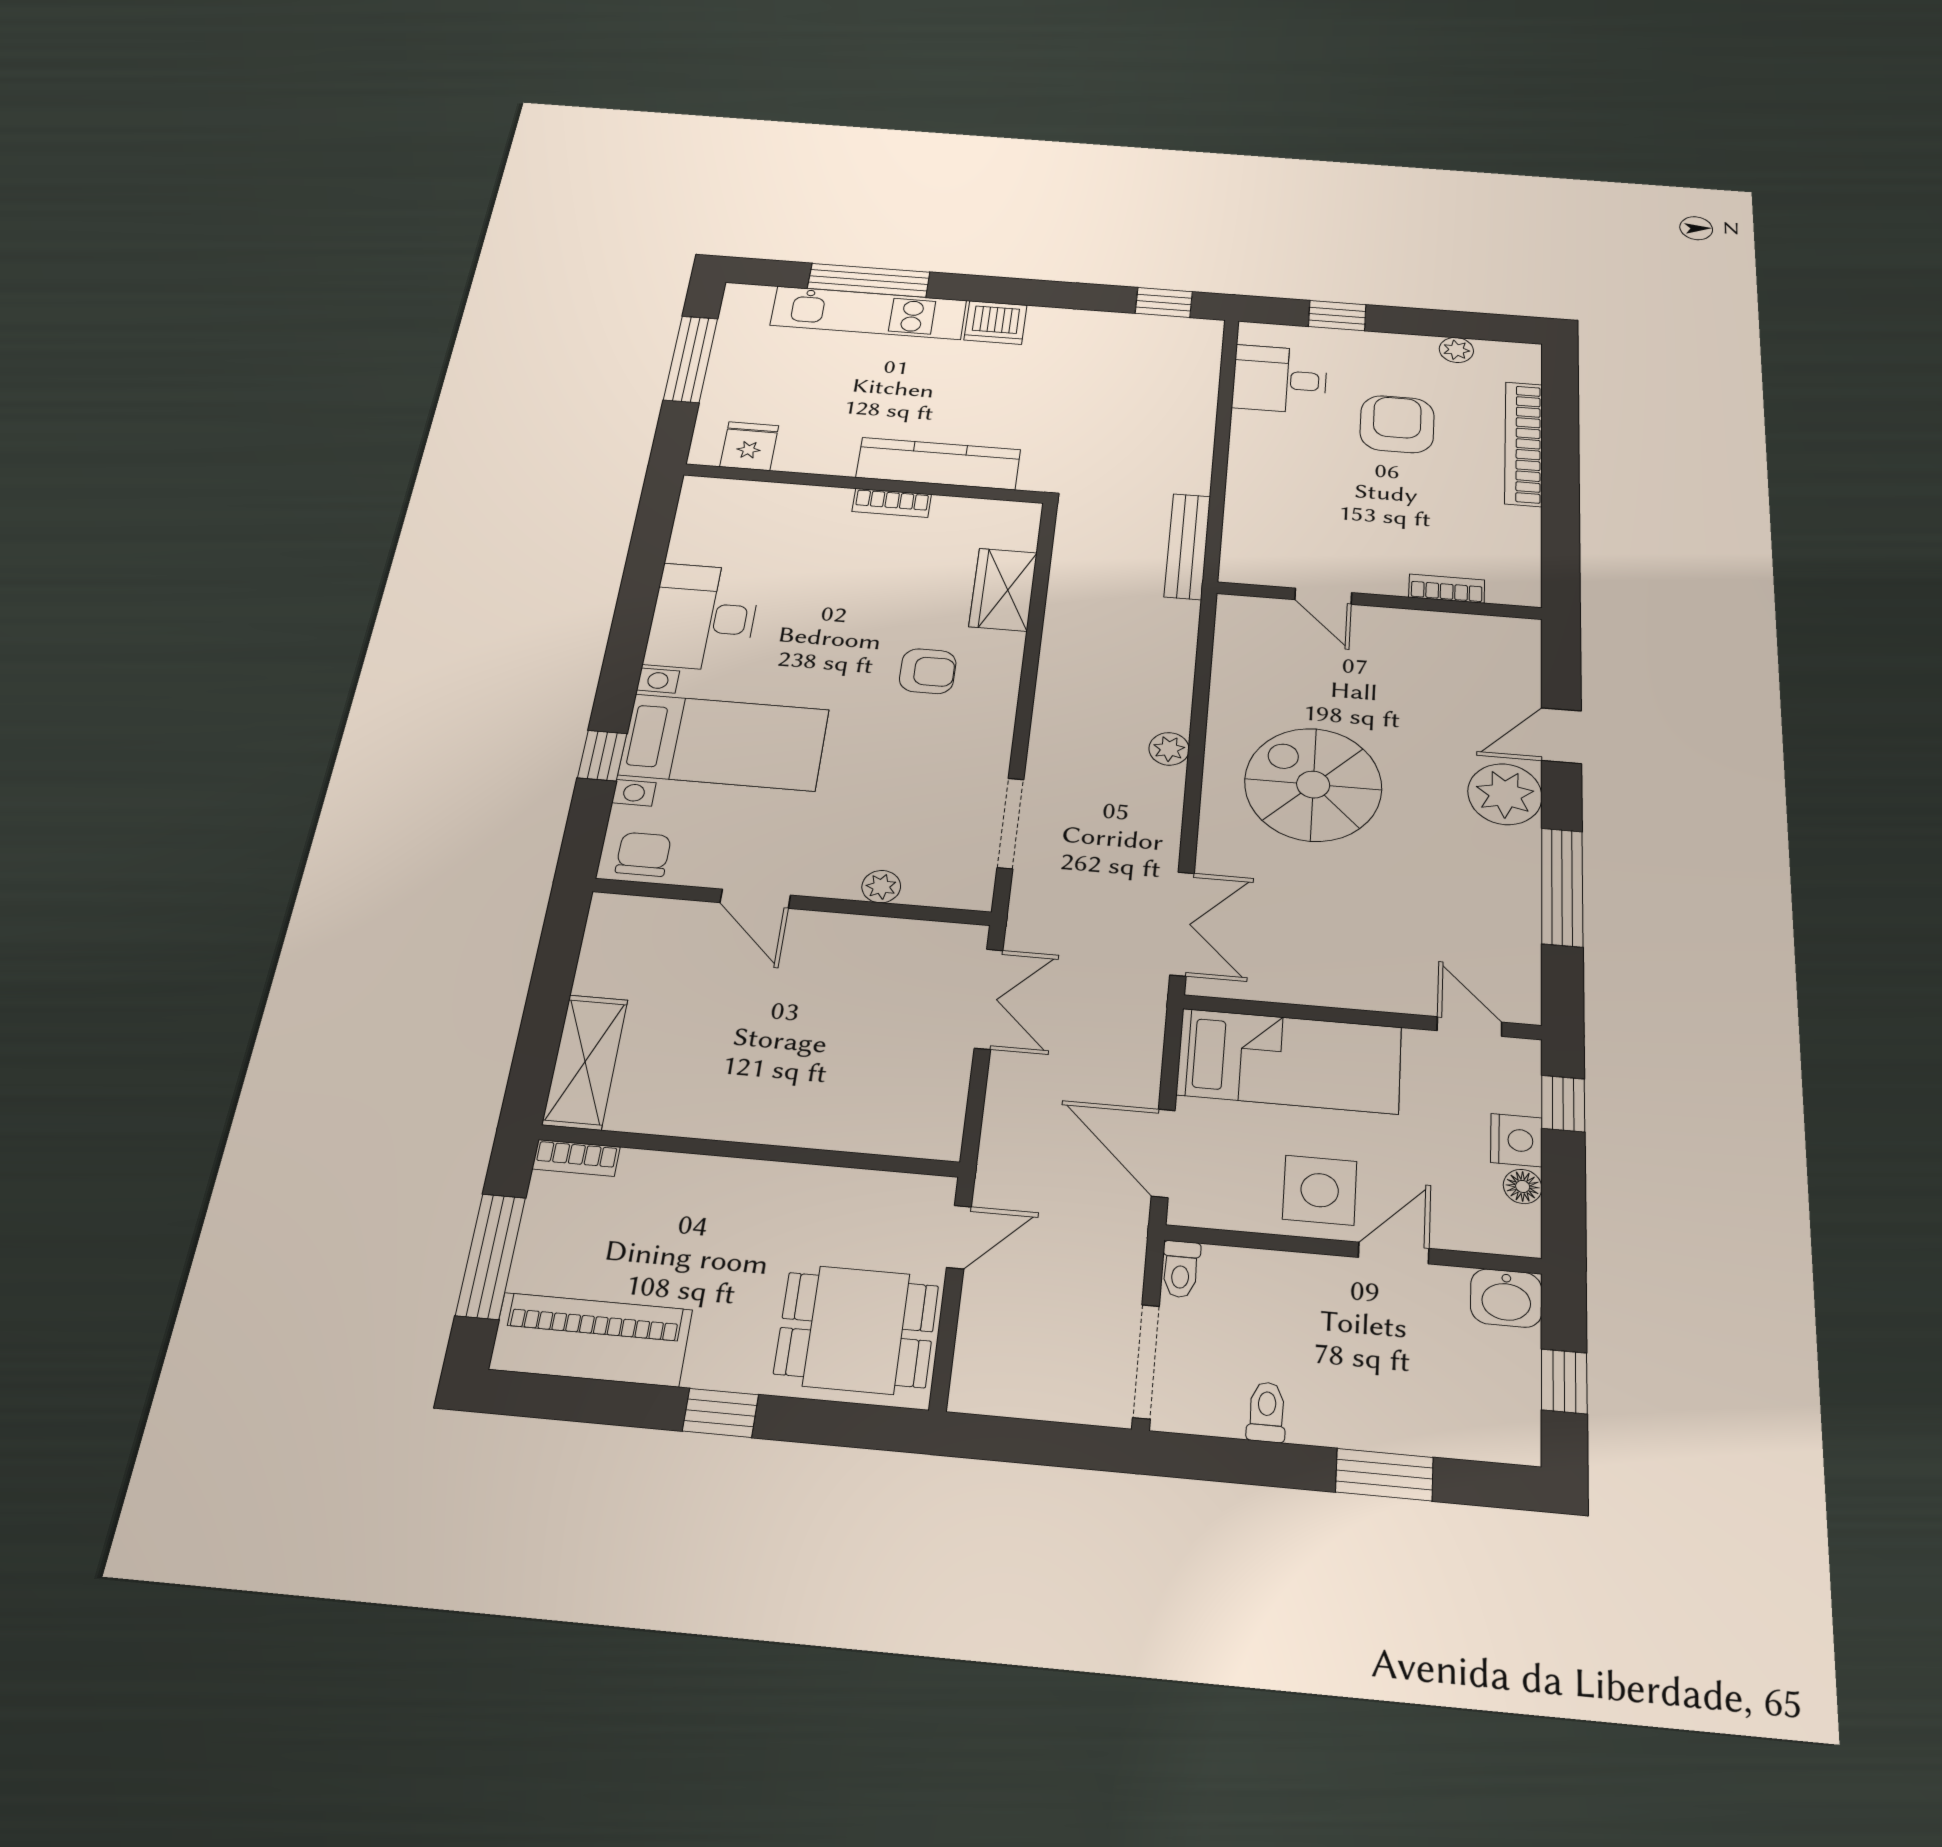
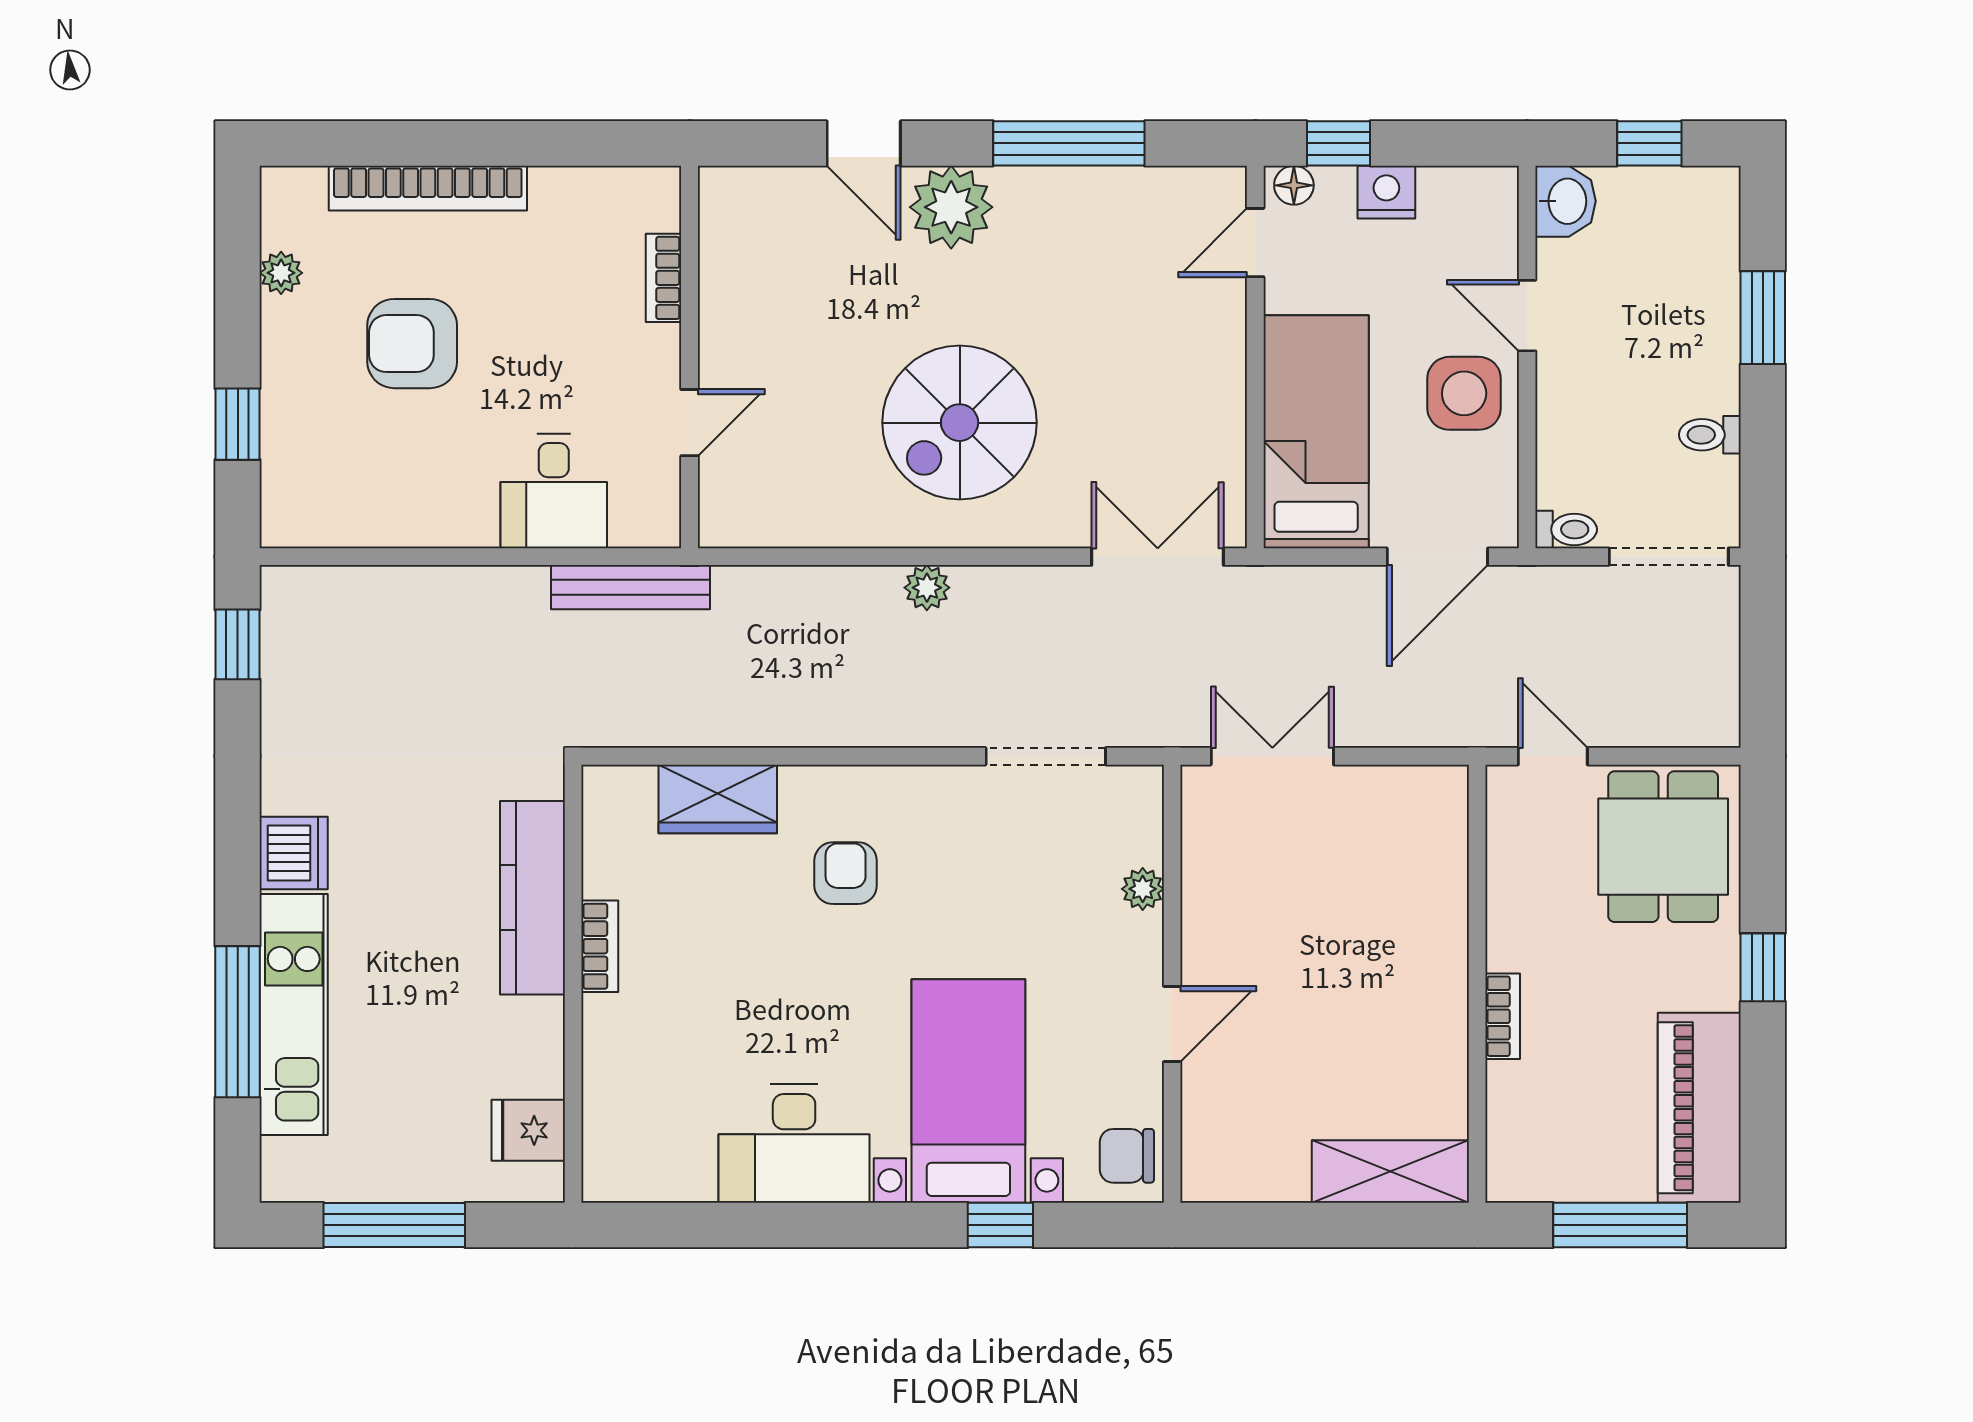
desk: (1280, 379) -> (554, 491), moved
bookcase: (576, 1158) -> (1503, 1016), moved
floor lamp: (1523, 1186) -> (1294, 185), moved

